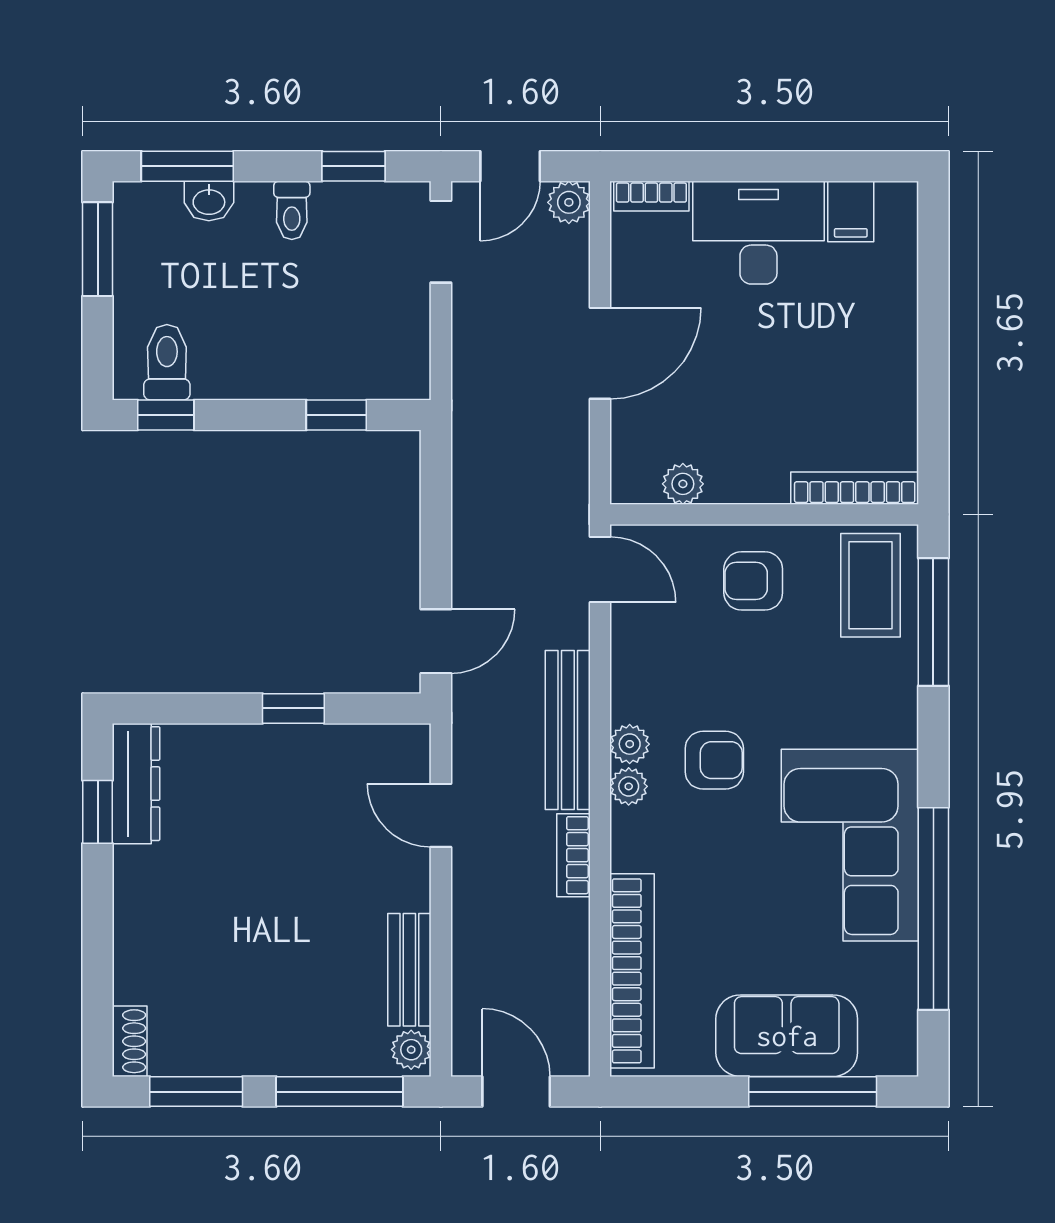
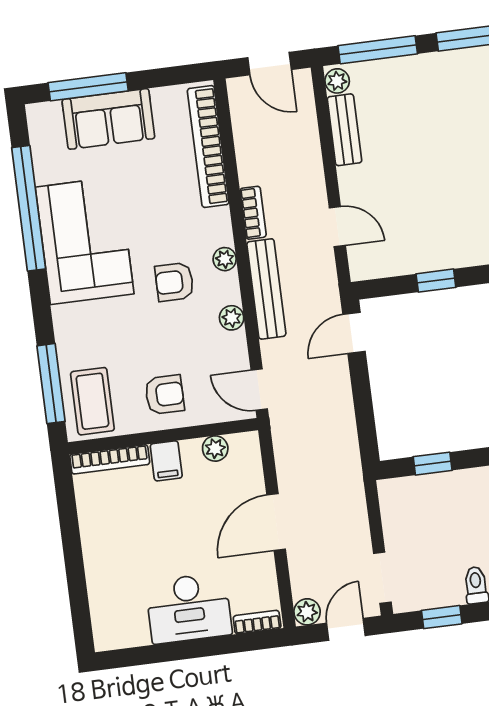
filing cabinet: (851, 212) -> (166, 461), moved, turned 180
plant: (630, 744) -> (232, 318), moved

